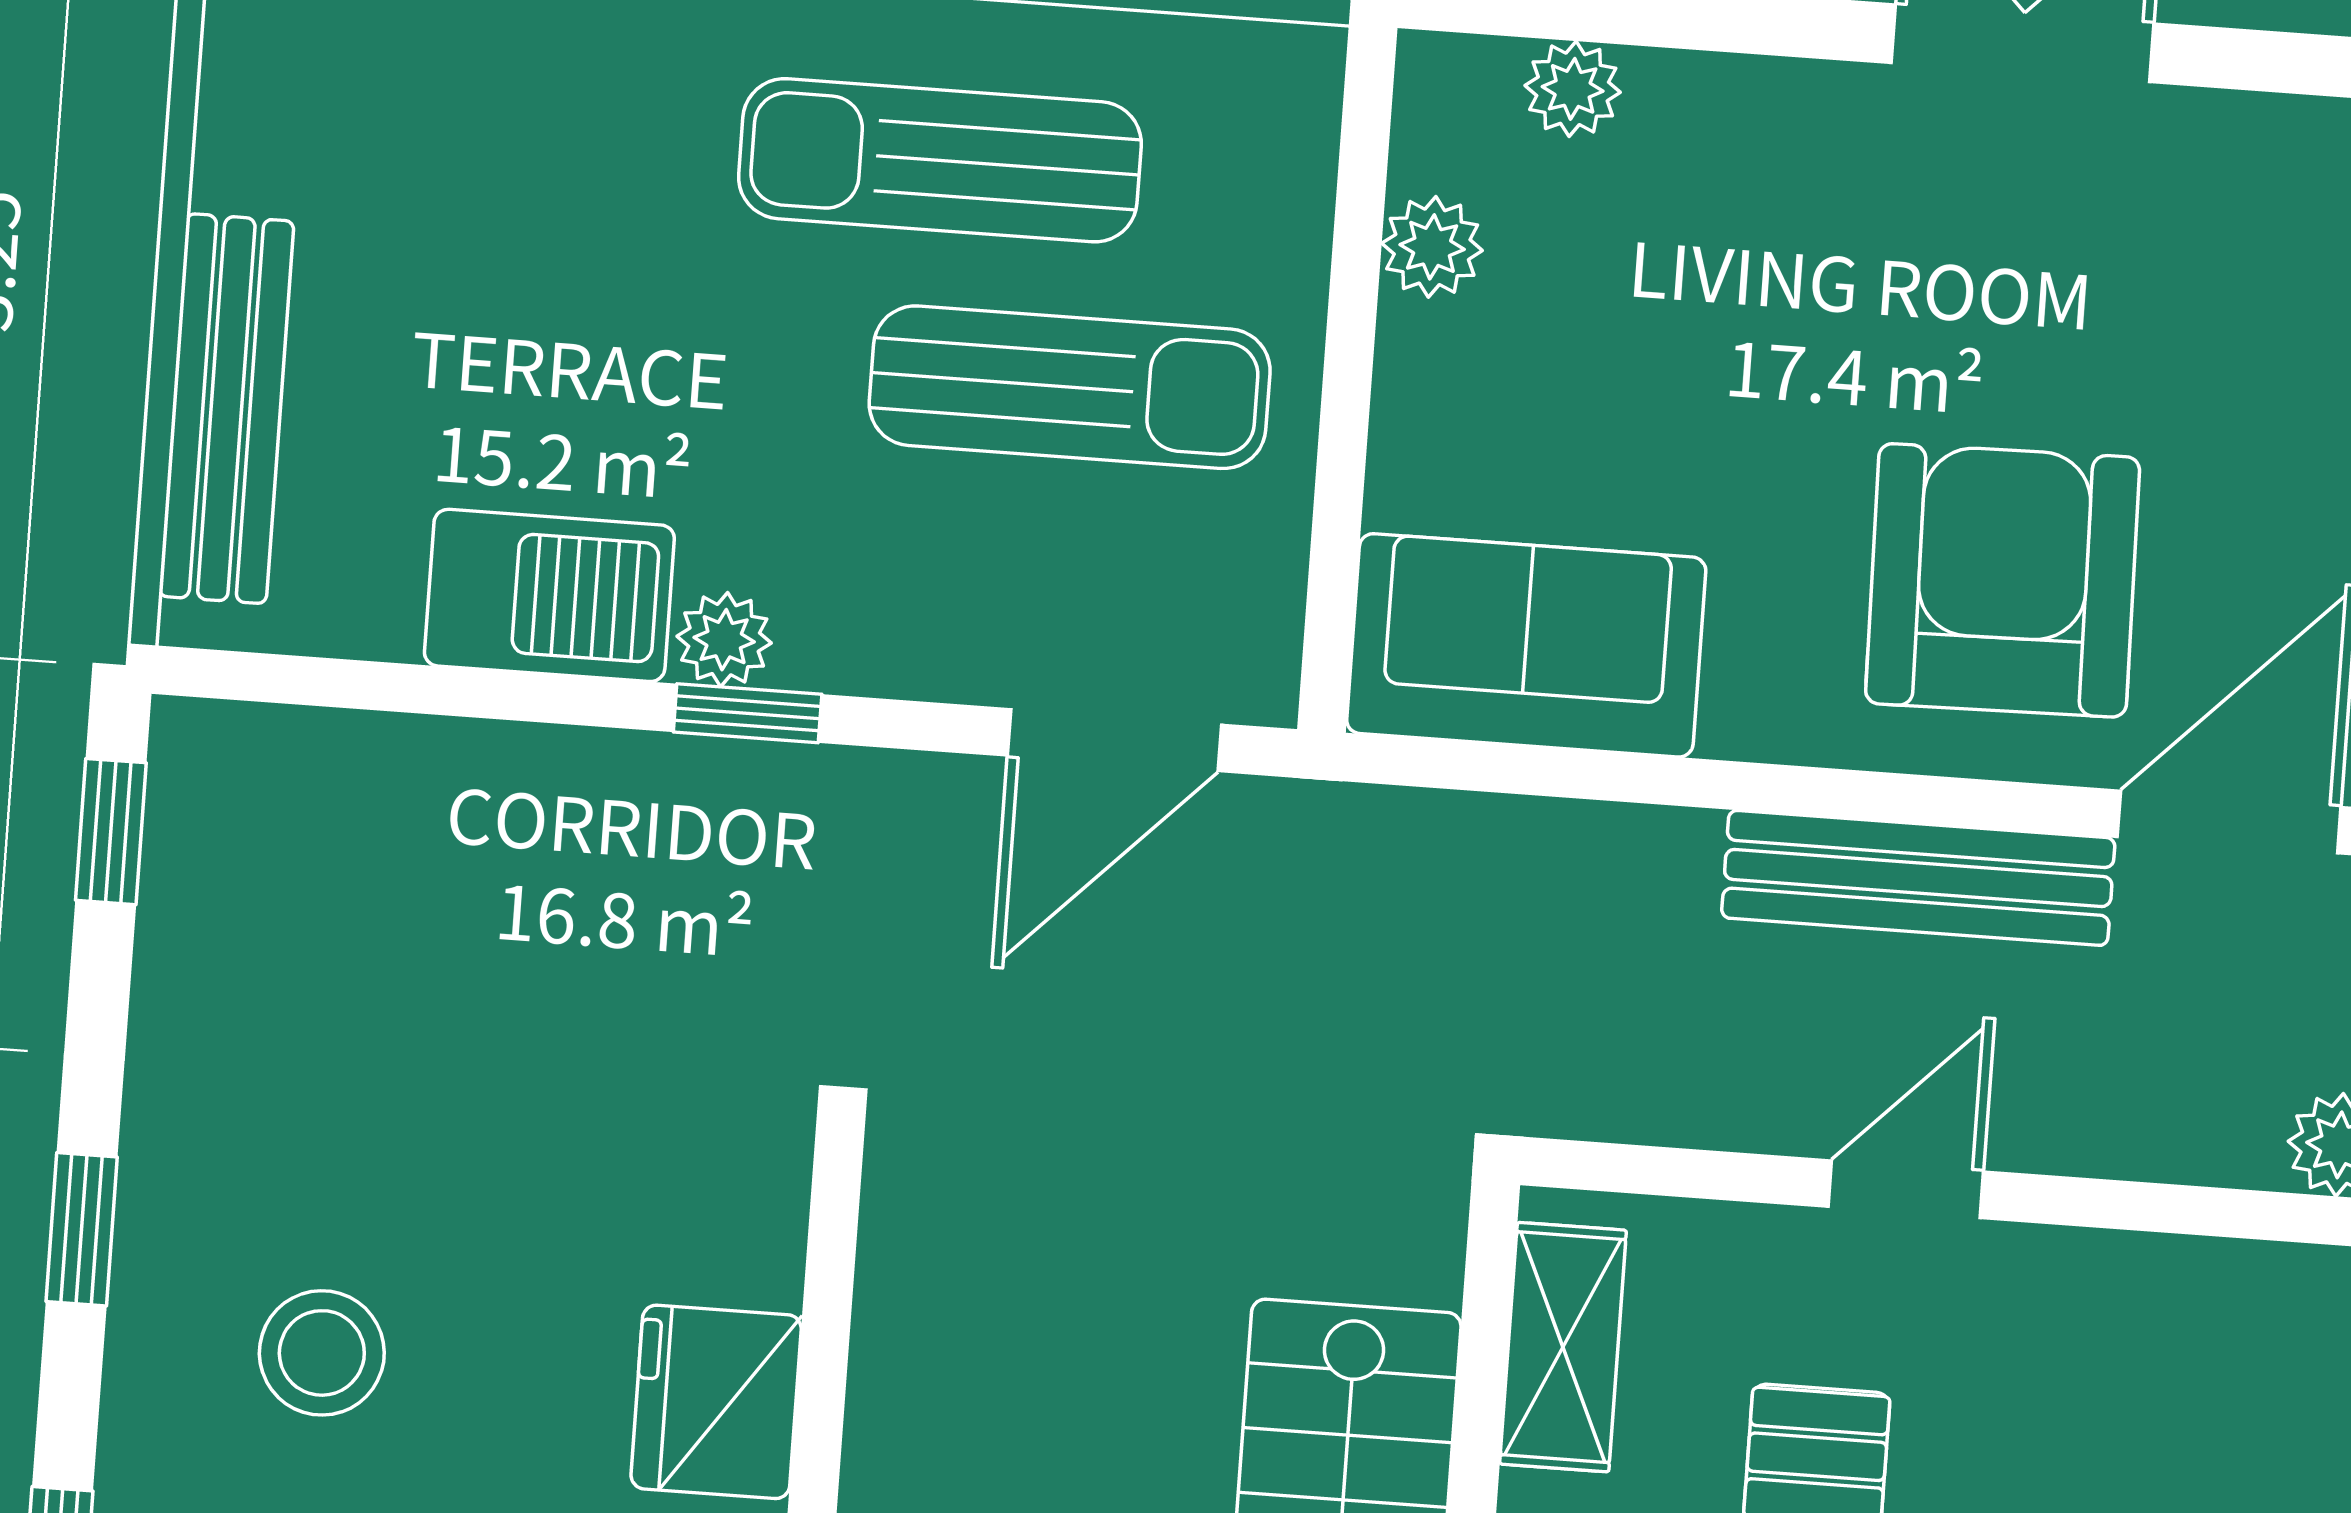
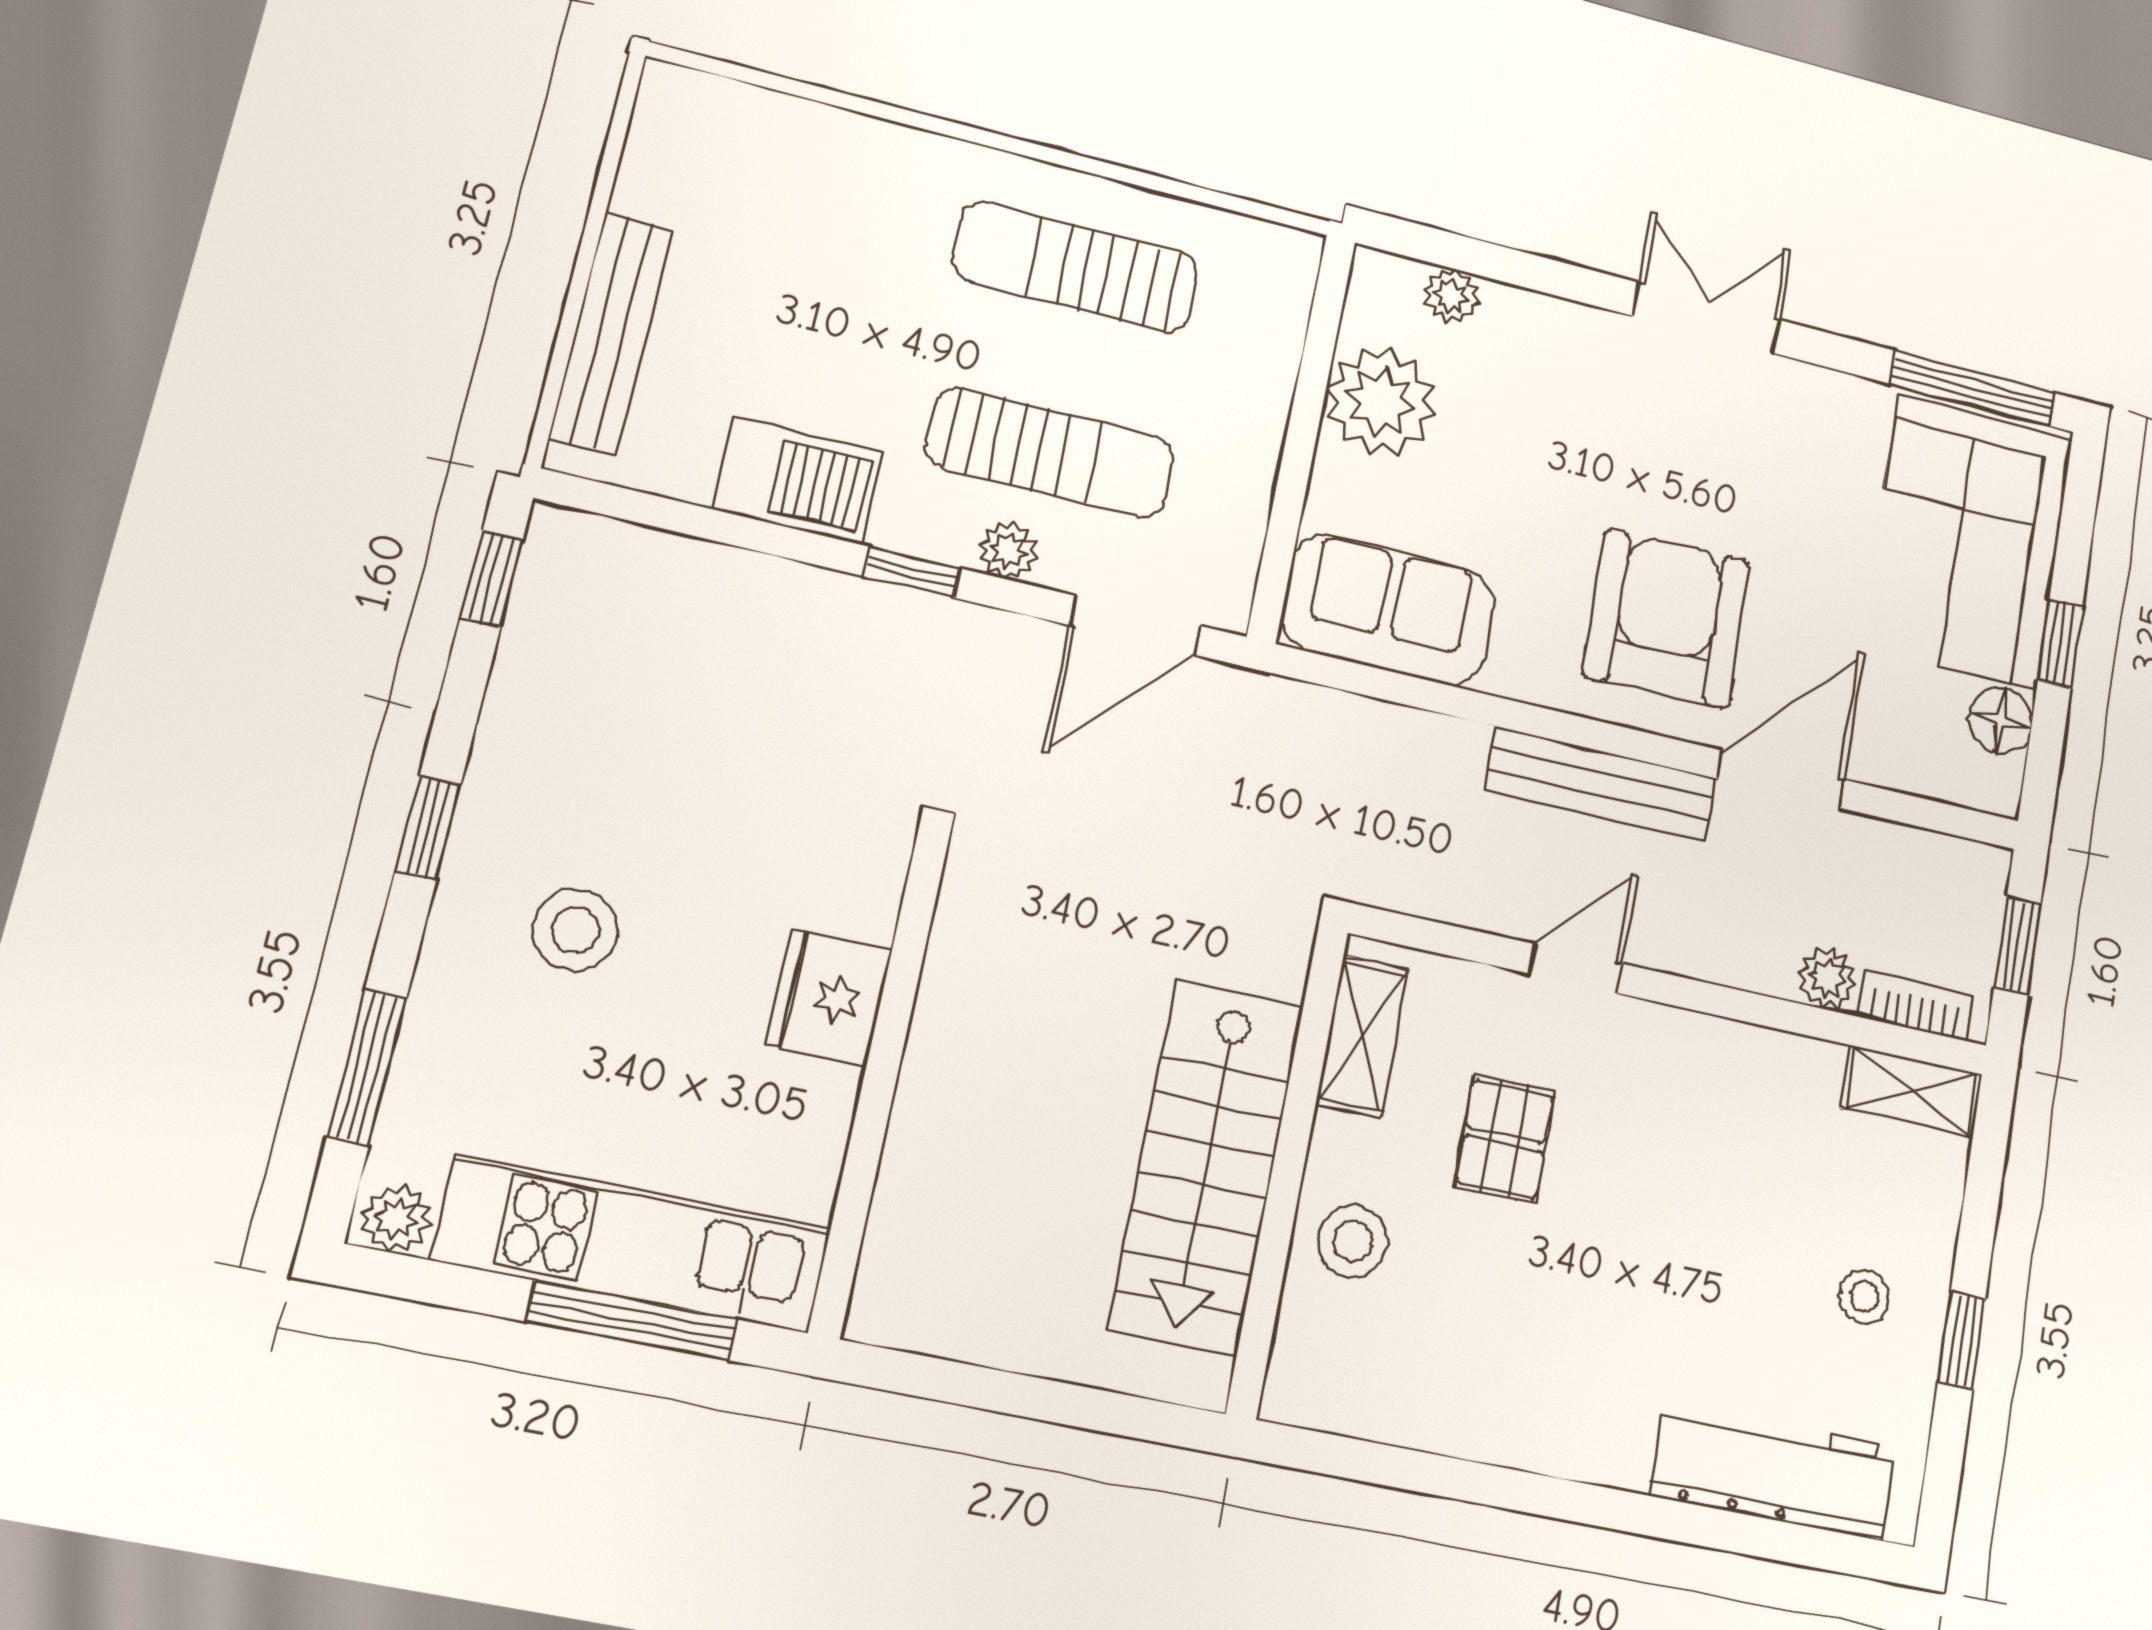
plant: (1432, 247) -> (1381, 401), width x1.88, depth x1.88
sun lounger: (1070, 387) -> (1050, 452), moved
plant: (724, 640) -> (1008, 551), moved

